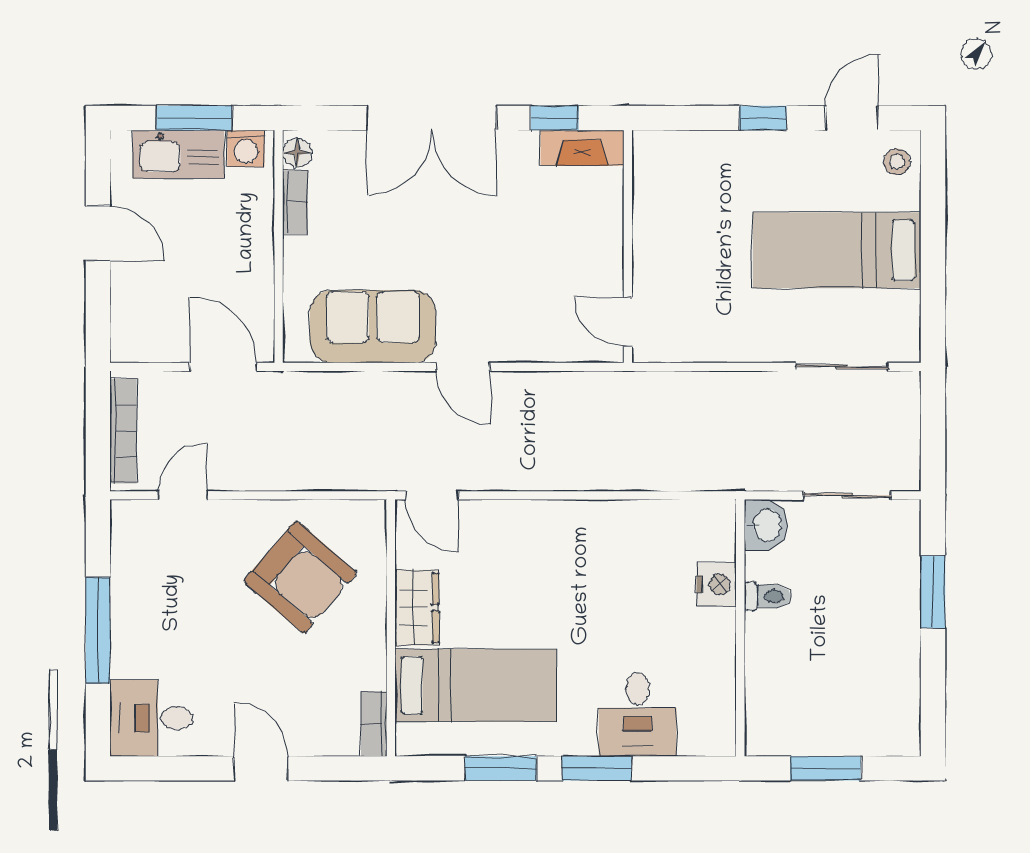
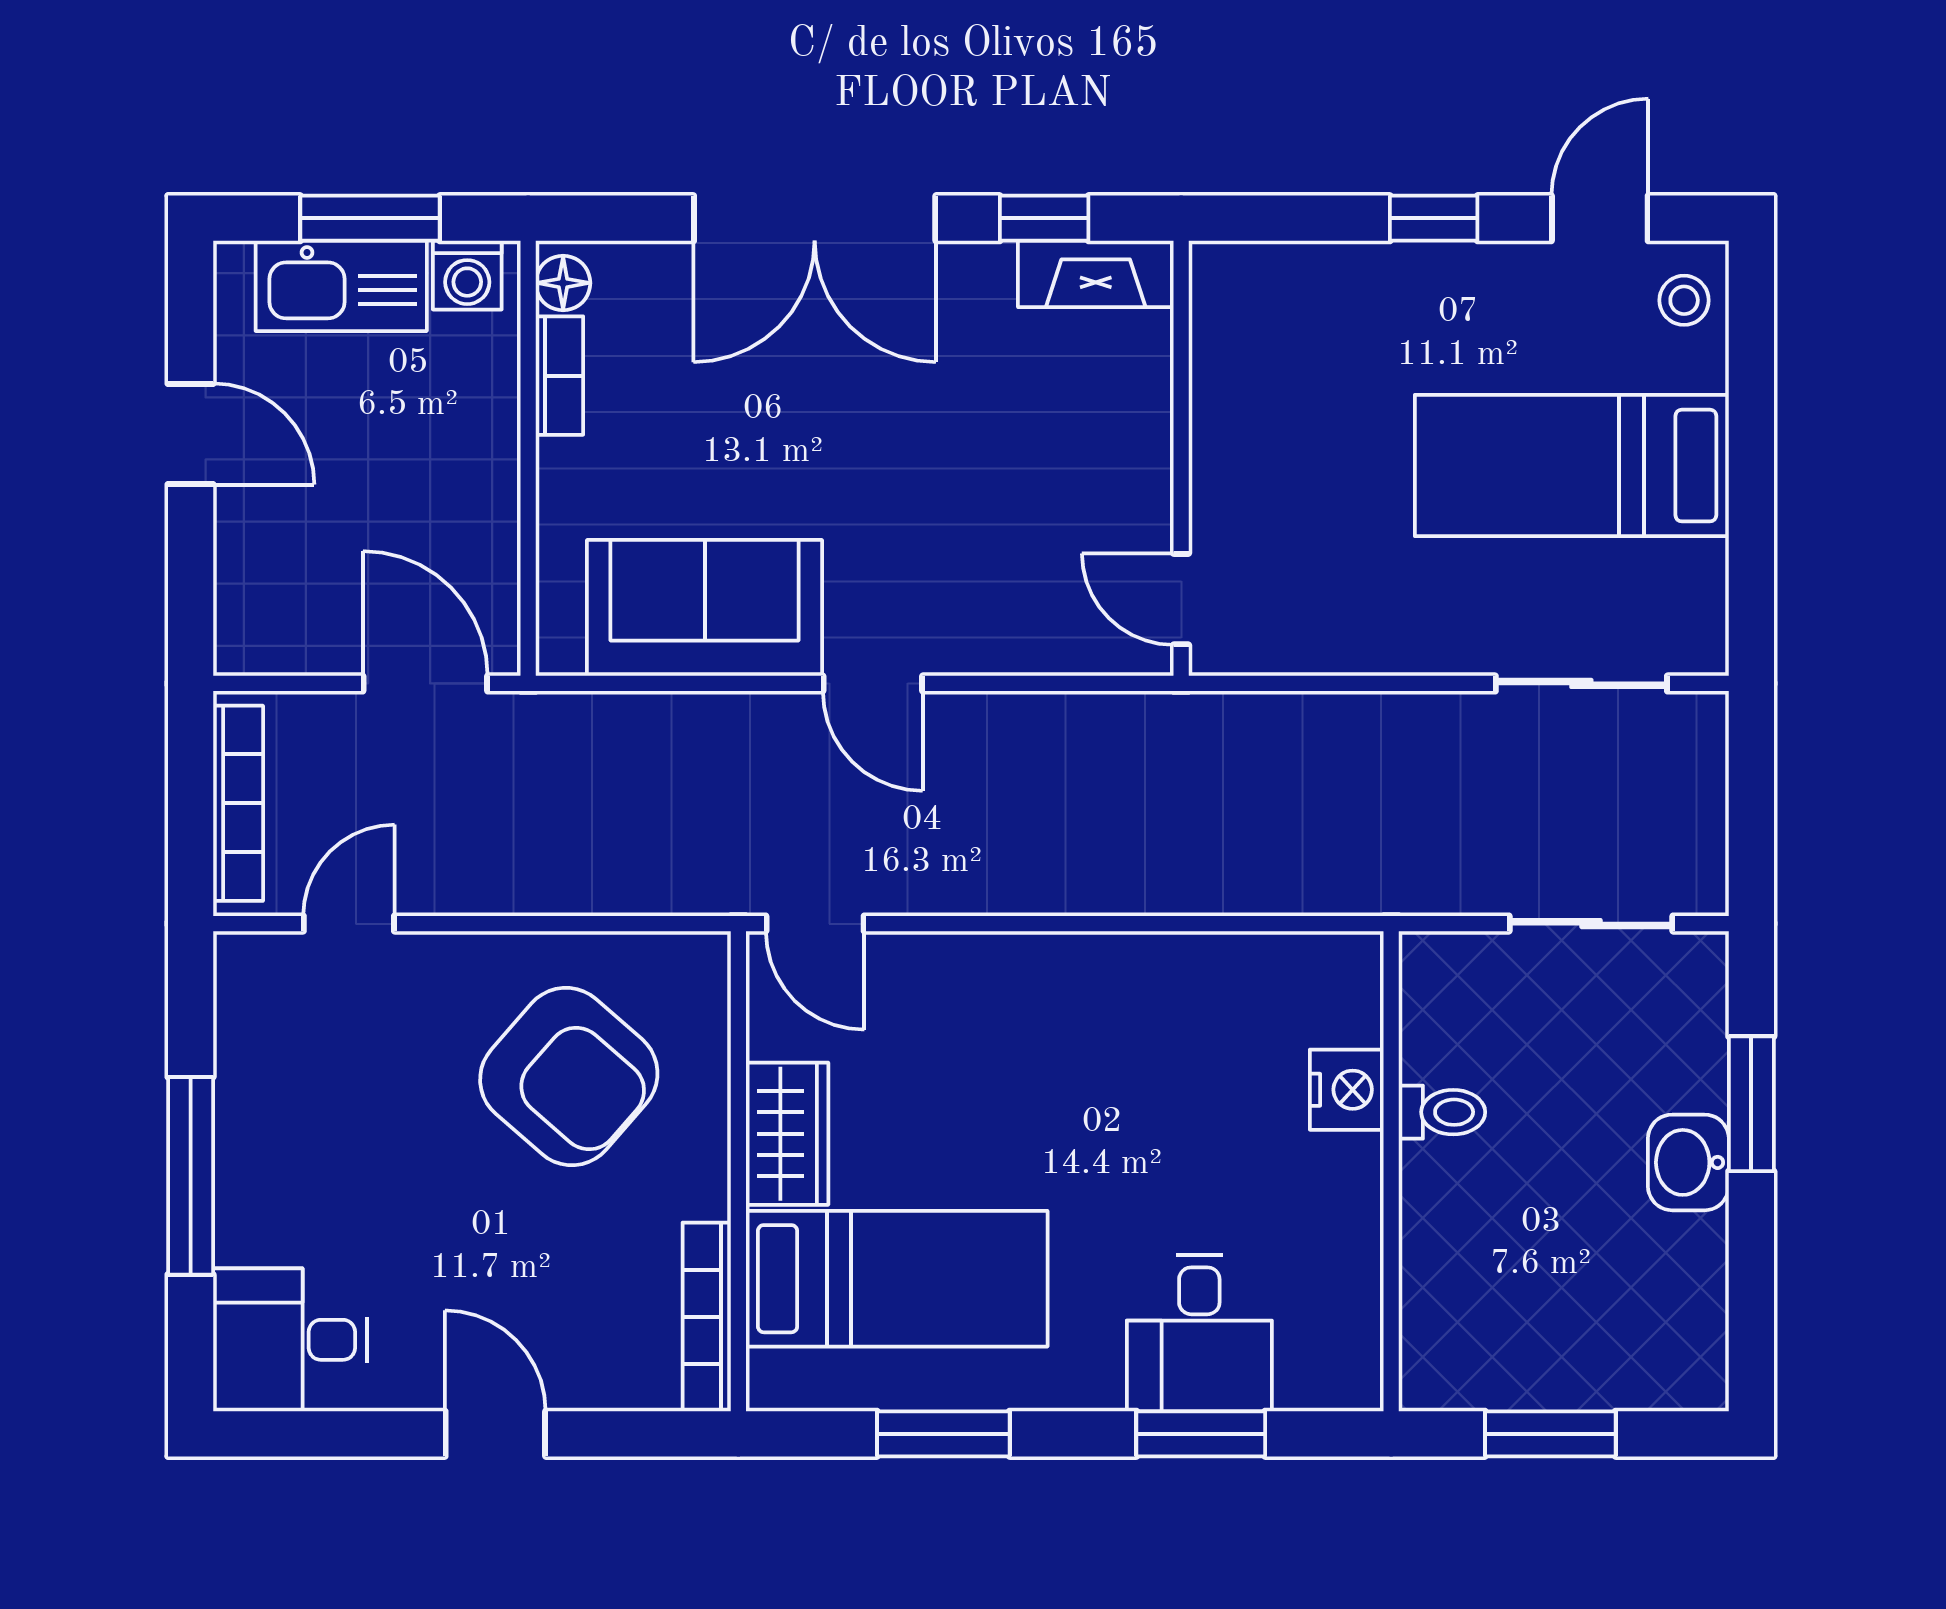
washbasin: (766, 525) -> (1688, 1162), moved, turned 180
bookcase: (374, 724) -> (707, 1317), width x1.56
window: (597, 768) -> (1201, 1434), moved

